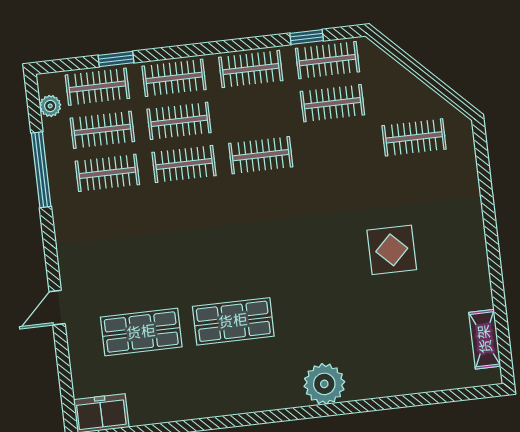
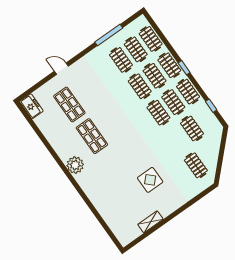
window: (116, 59) -> (184, 68), moved
clothes rail: (327, 60) -> (173, 102), moved
plant: (50, 106) -> (134, 25), removed
shelving: (485, 339) -> (150, 222), moved
plant: (324, 384) -> (75, 165), moved

